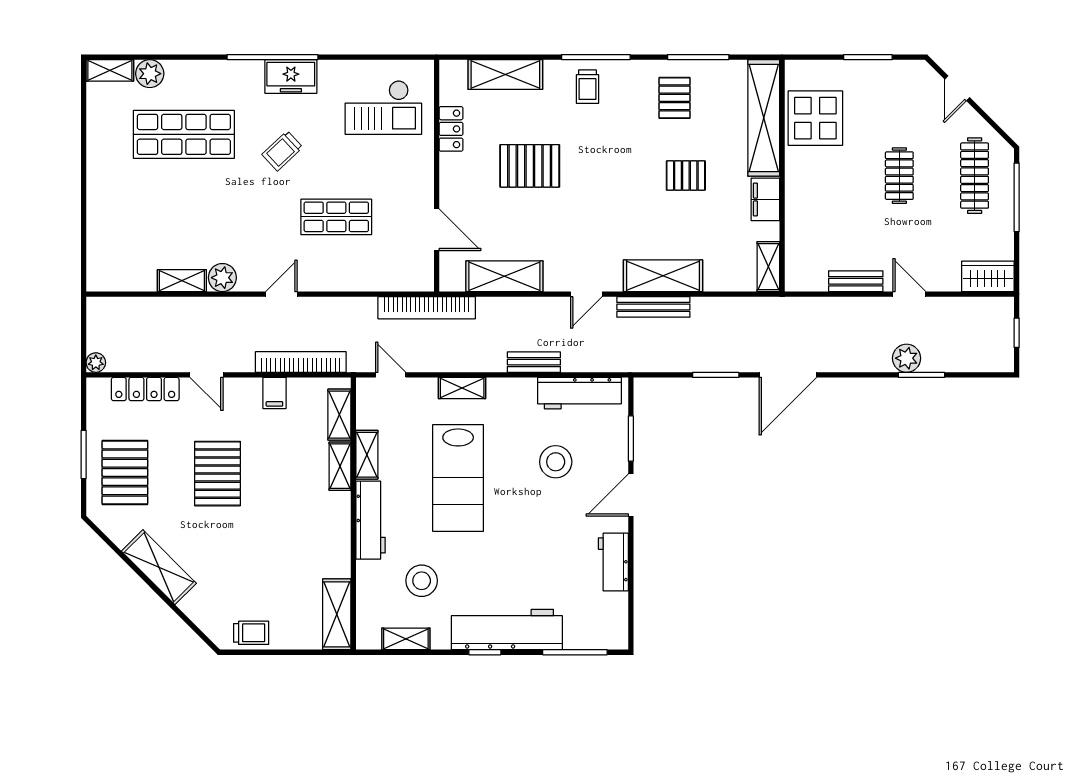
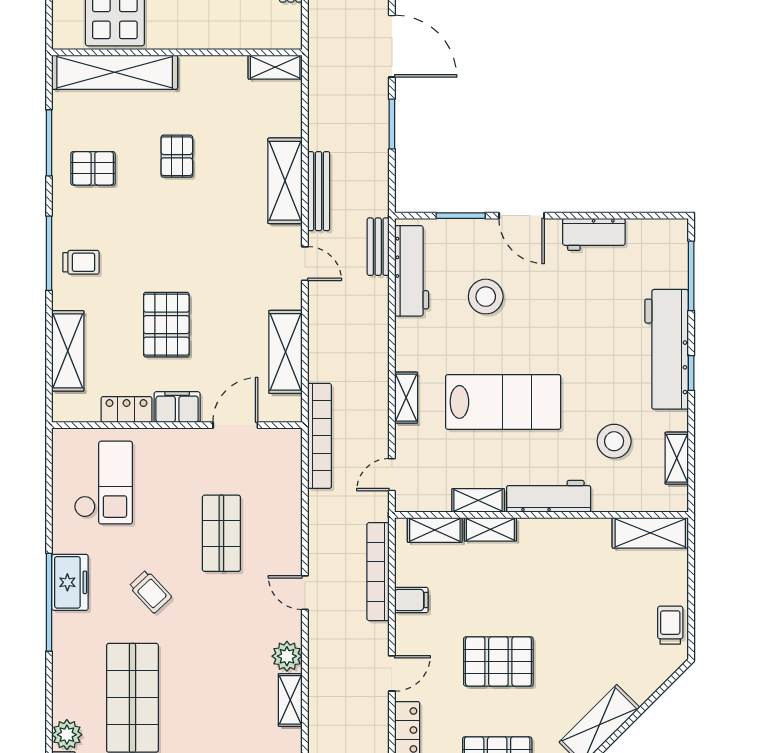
filing cabinet: (765, 199) -> (177, 407), moved, turned 180
bench: (534, 362) -> (378, 247), moved

